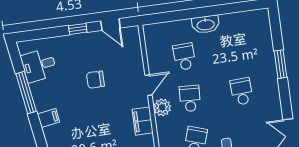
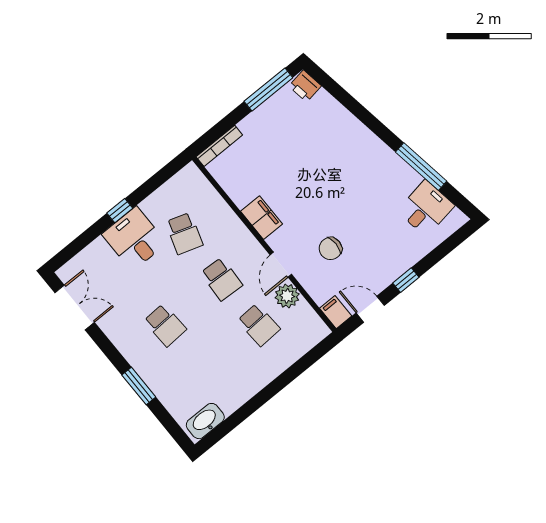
washbasin: (206, 24) -> (205, 421), moved
chair: (95, 80) -> (330, 248), moved, turned 180
plant: (162, 107) -> (287, 296), moved
filing cabinet: (48, 118) -> (336, 312), moved, turned 99

